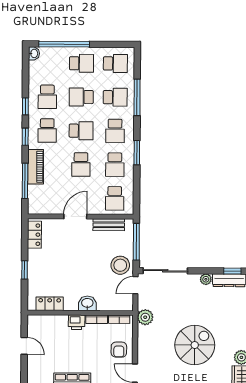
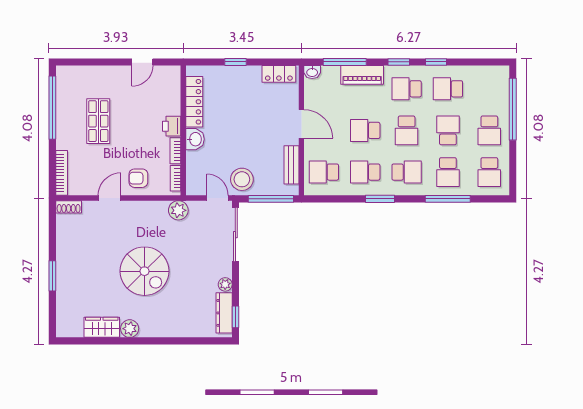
washbasin: (34, 53) -> (312, 72), moved
school desk: (115, 131) -> (407, 172), turned 180
locker: (50, 304) -> (194, 102), width x1.53

